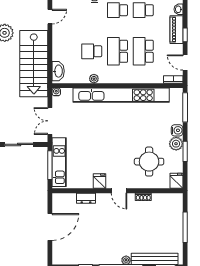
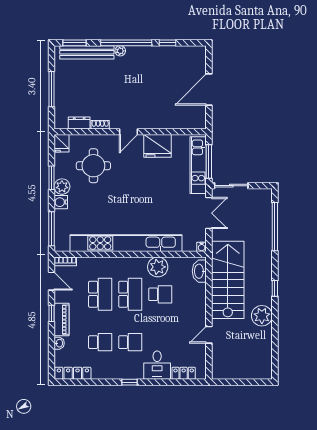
plant: (94, 79) -> (158, 267), width x1.88, depth x1.88
sliding door: (19, 144) -> (231, 186), moved
fridge: (100, 181) -> (158, 146), width x1.88, depth x1.34
door: (119, 191) -> (128, 132), swing flipped
dresser: (86, 198) -> (79, 123), moved

